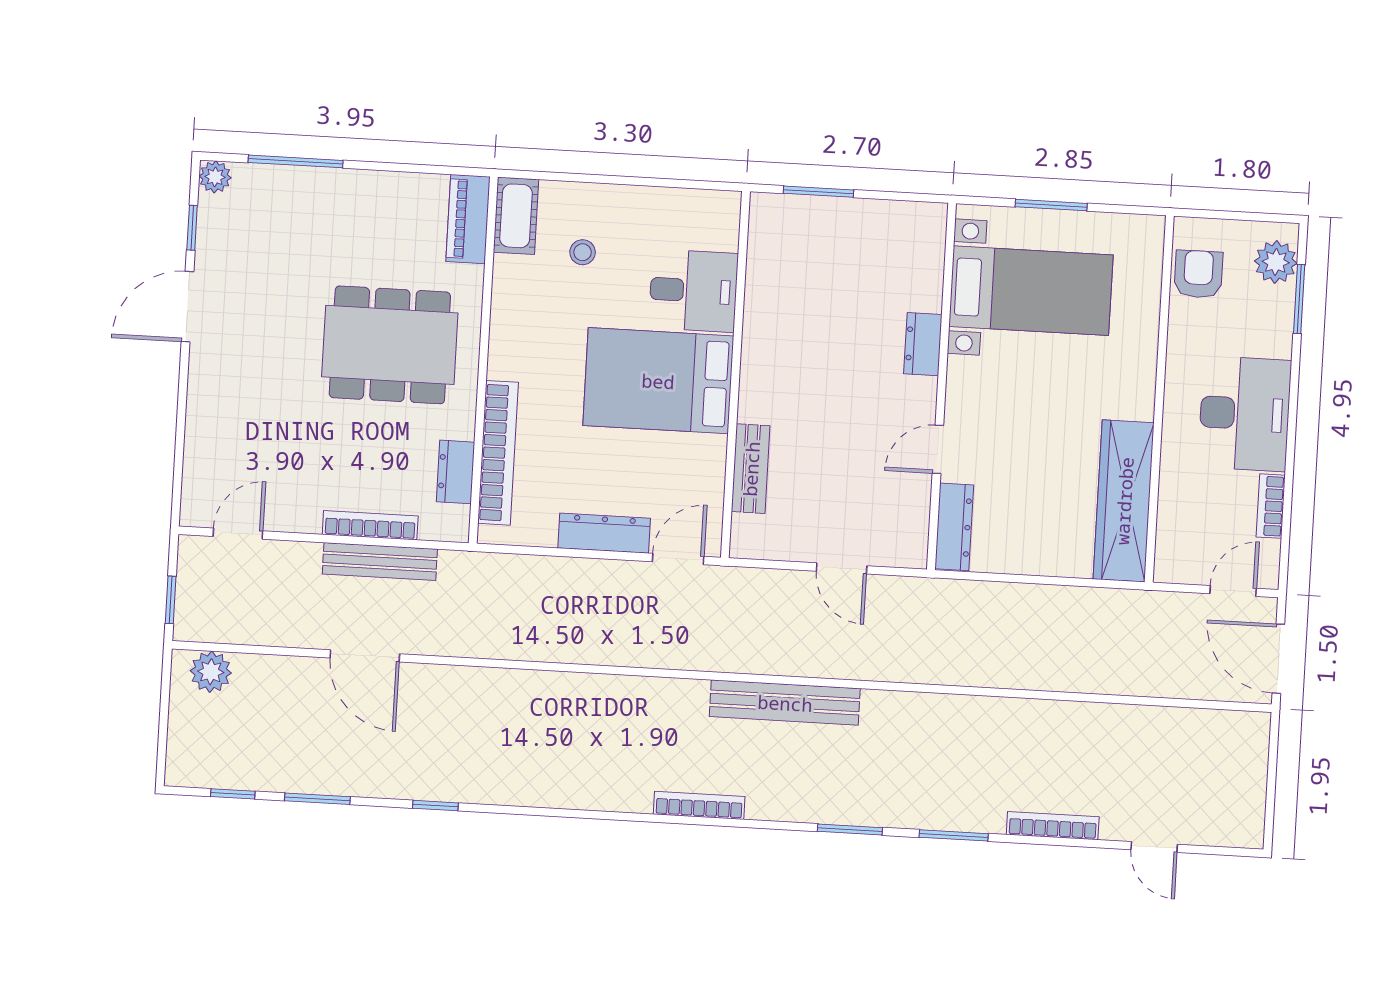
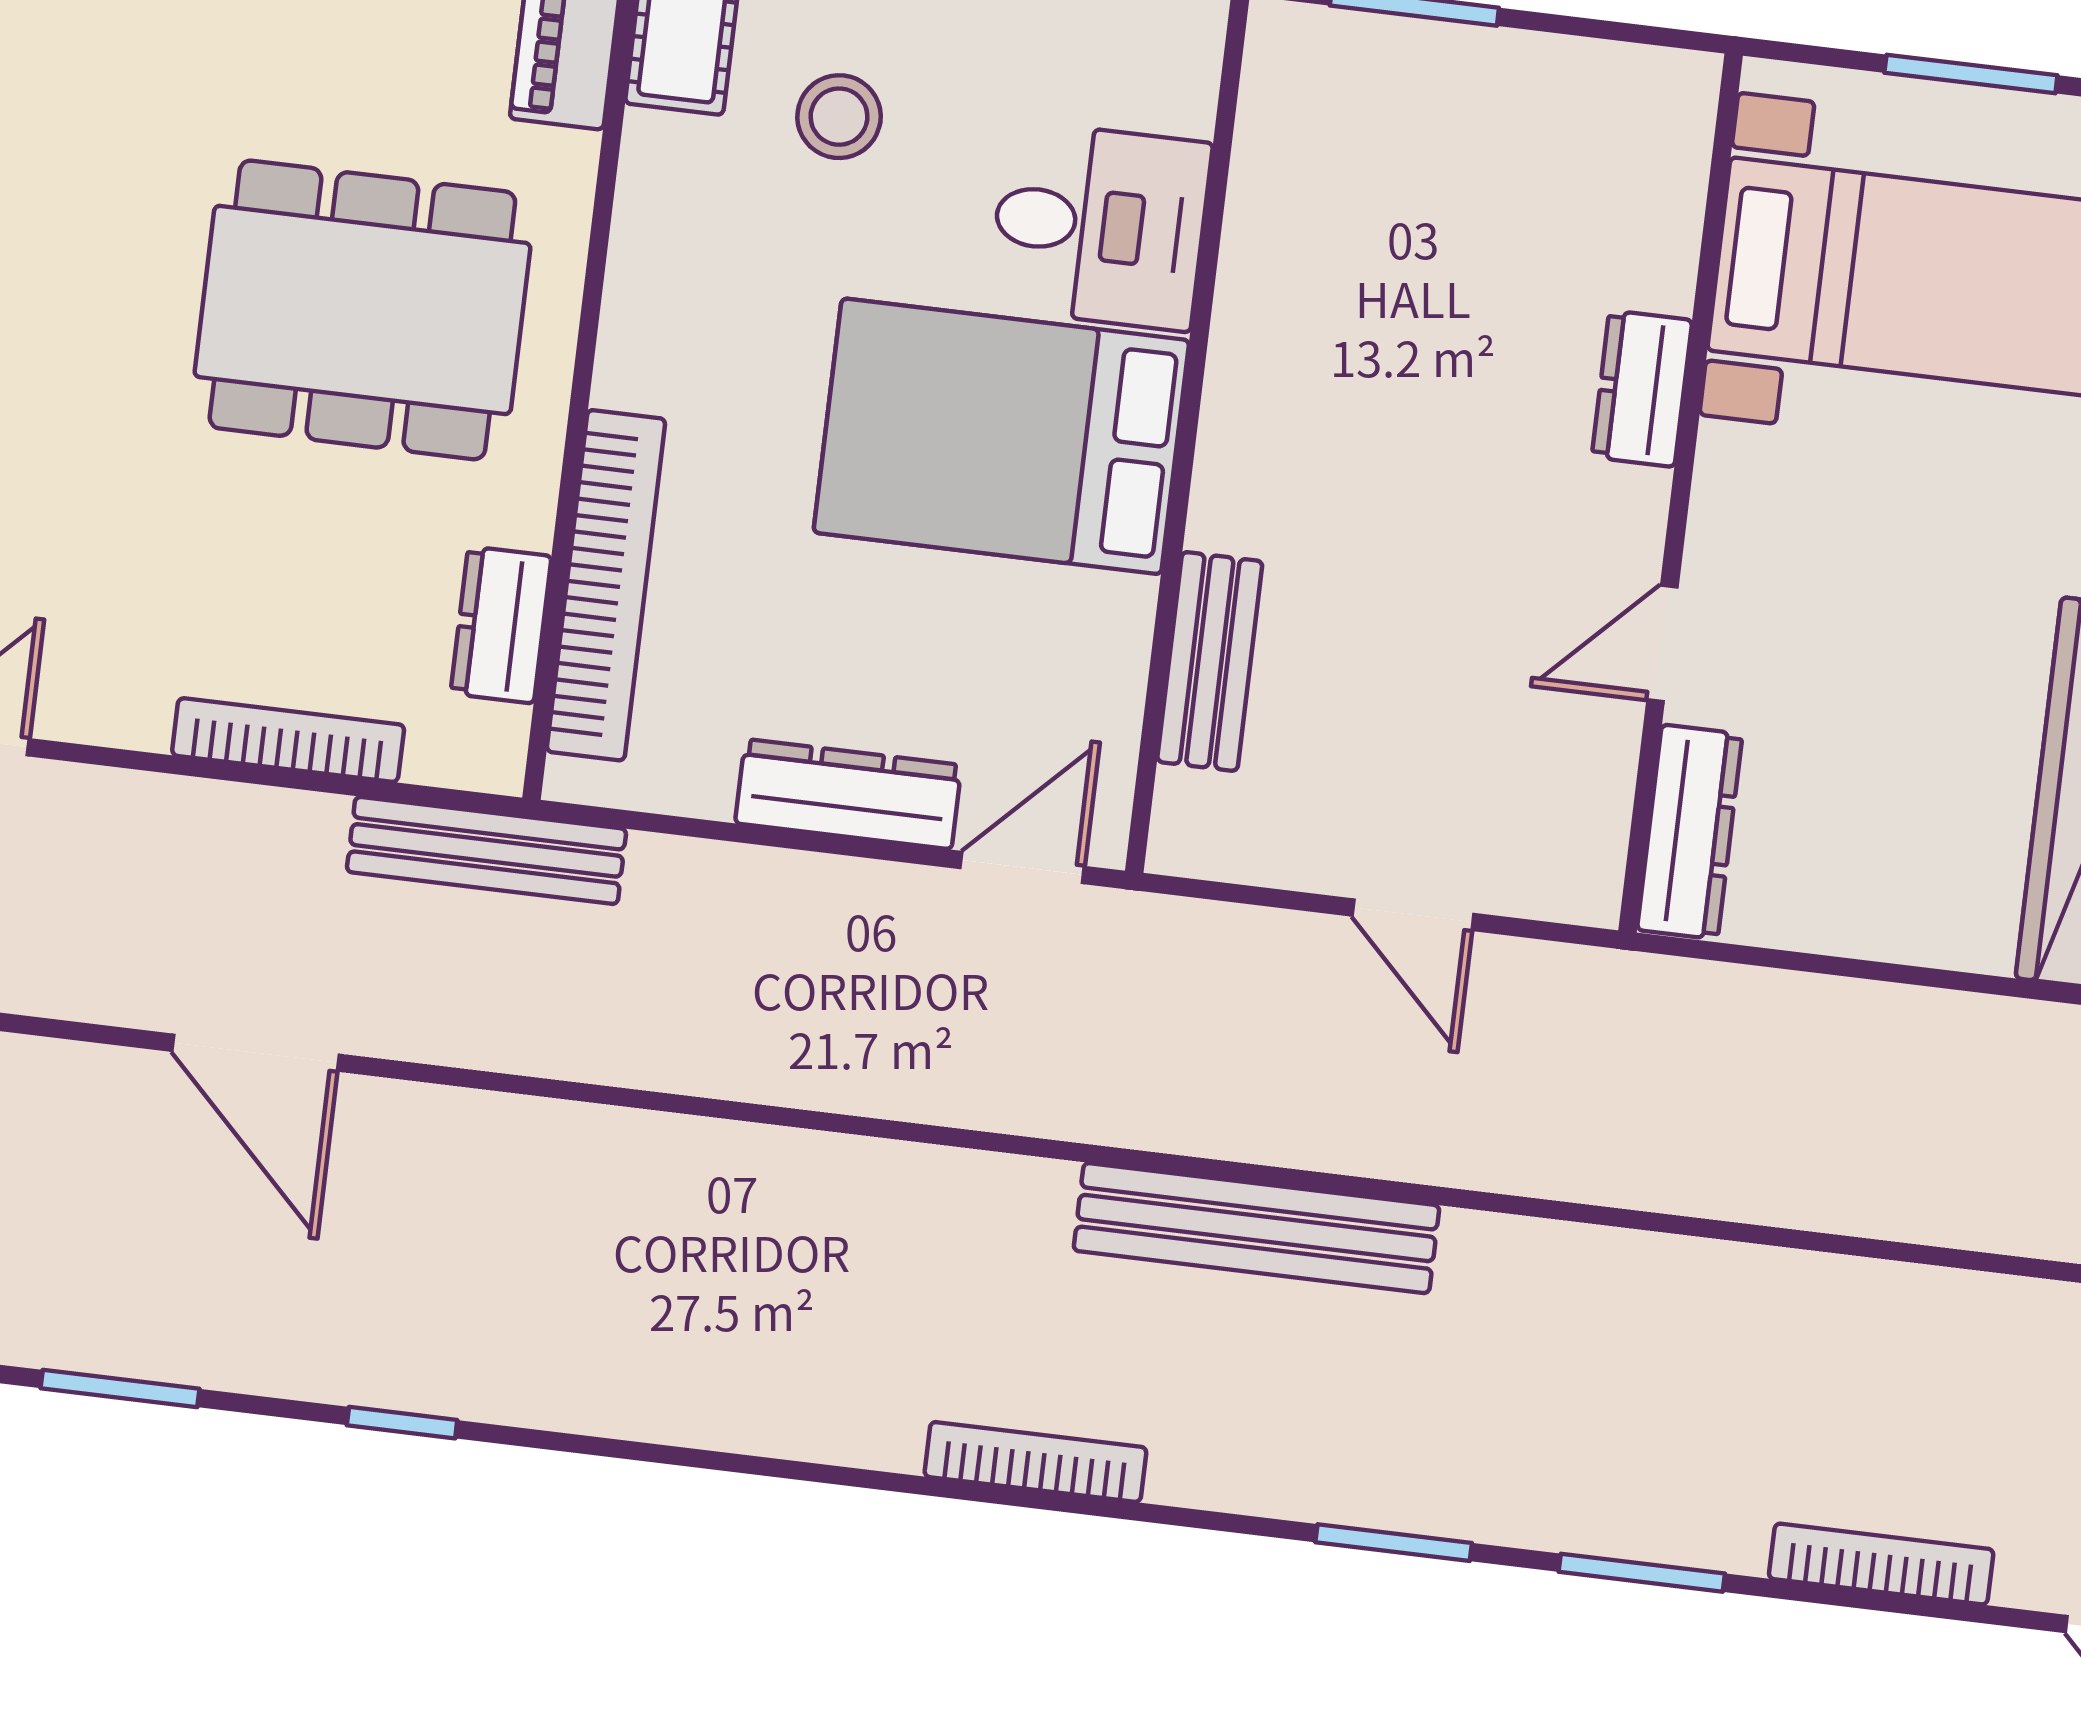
stool: (583, 252) -> (839, 117), width x1.37, depth x1.37
bench: (380, 562) -> (487, 850), moved

